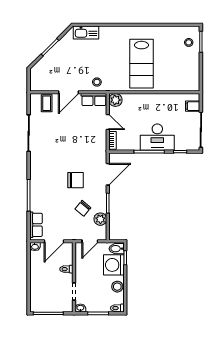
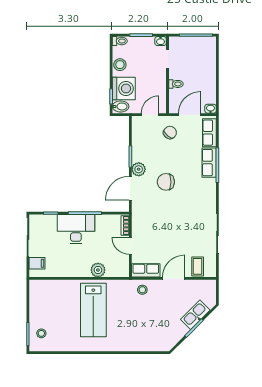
kitchen sink: (86, 33) -> (195, 315), moved, turned -45
lab bench: (141, 64) -> (93, 310), turned 180
plant: (115, 100) -> (98, 270), moved
row of seats: (36, 198) -> (209, 163), added
chair: (83, 208) -> (170, 133), moved
plant: (100, 219) -> (139, 169), moved

